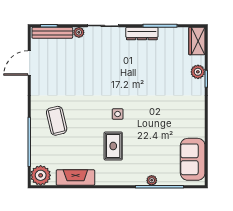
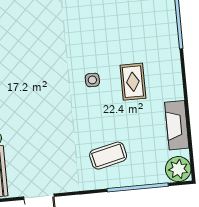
rug: (113, 146) -> (133, 82), turned 90
plant: (152, 180) -> (171, 29), removed

